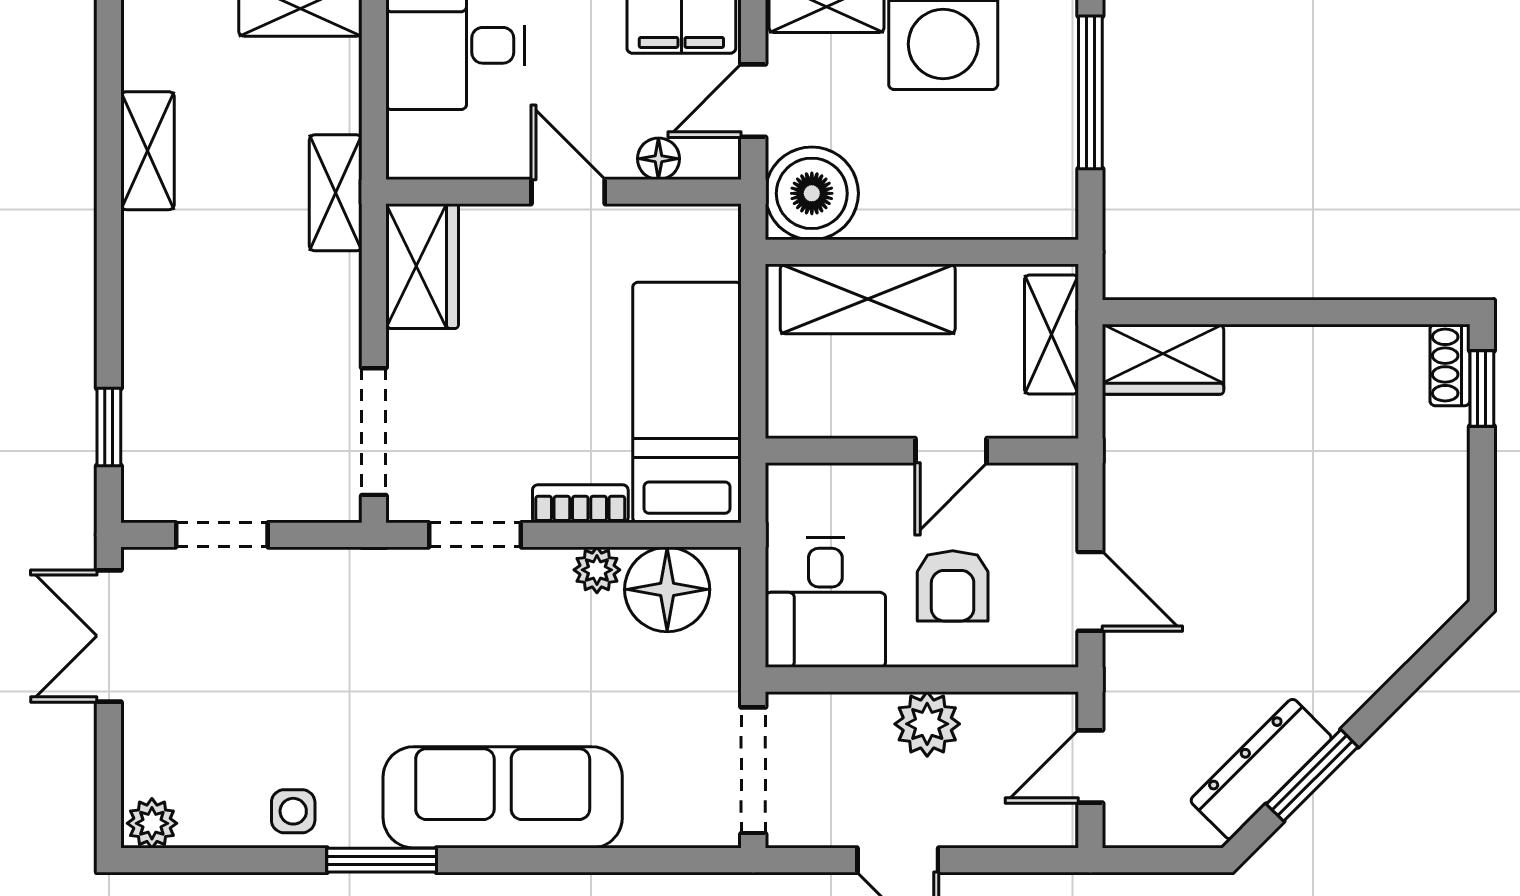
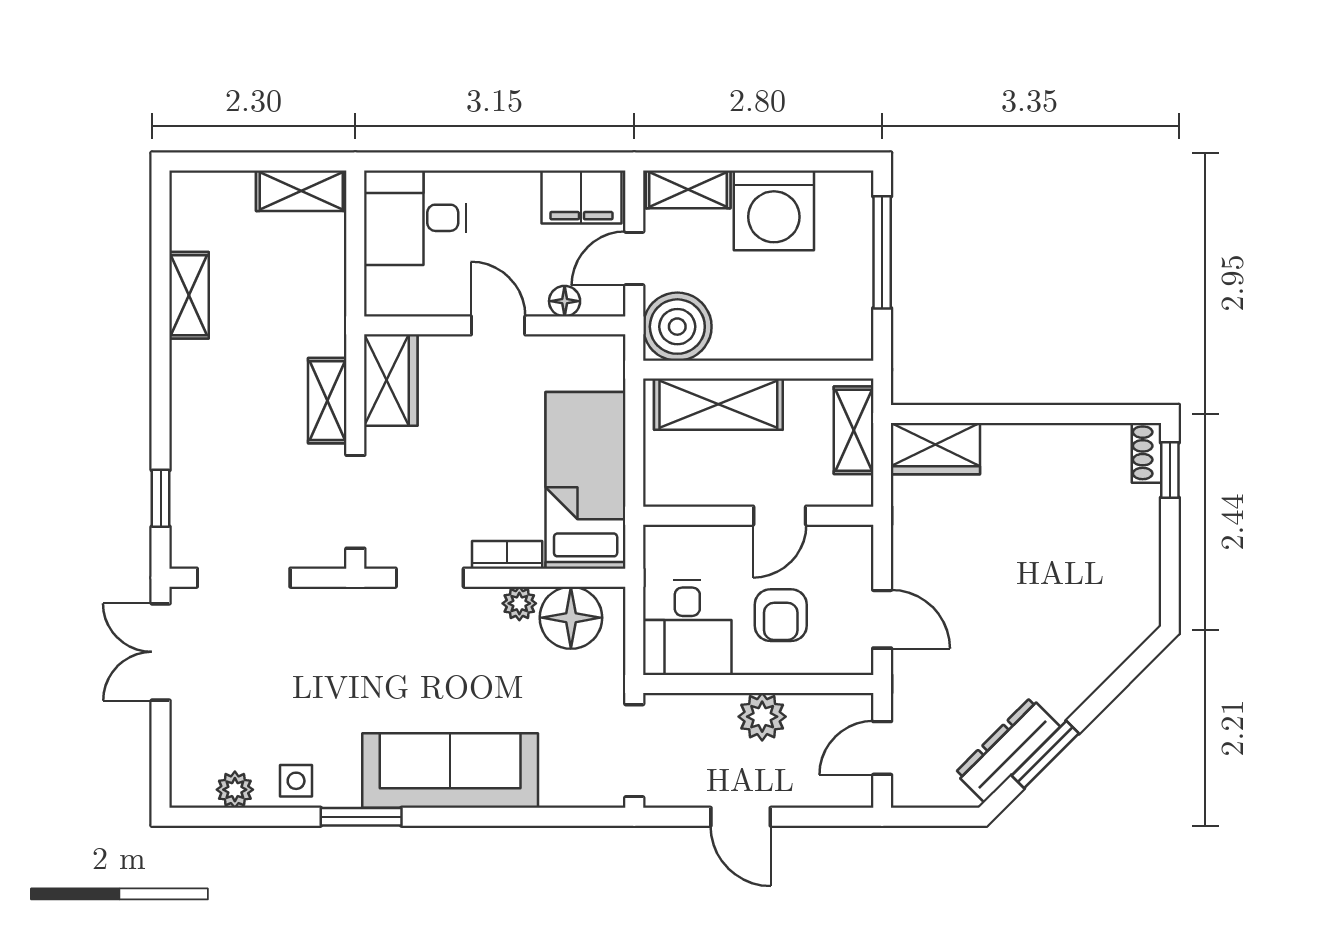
shelving: (336, 193) -> (327, 401), moved
doorway: (222, 535) -> (244, 578), width x1.38
plant: (152, 823) -> (235, 790), moved

